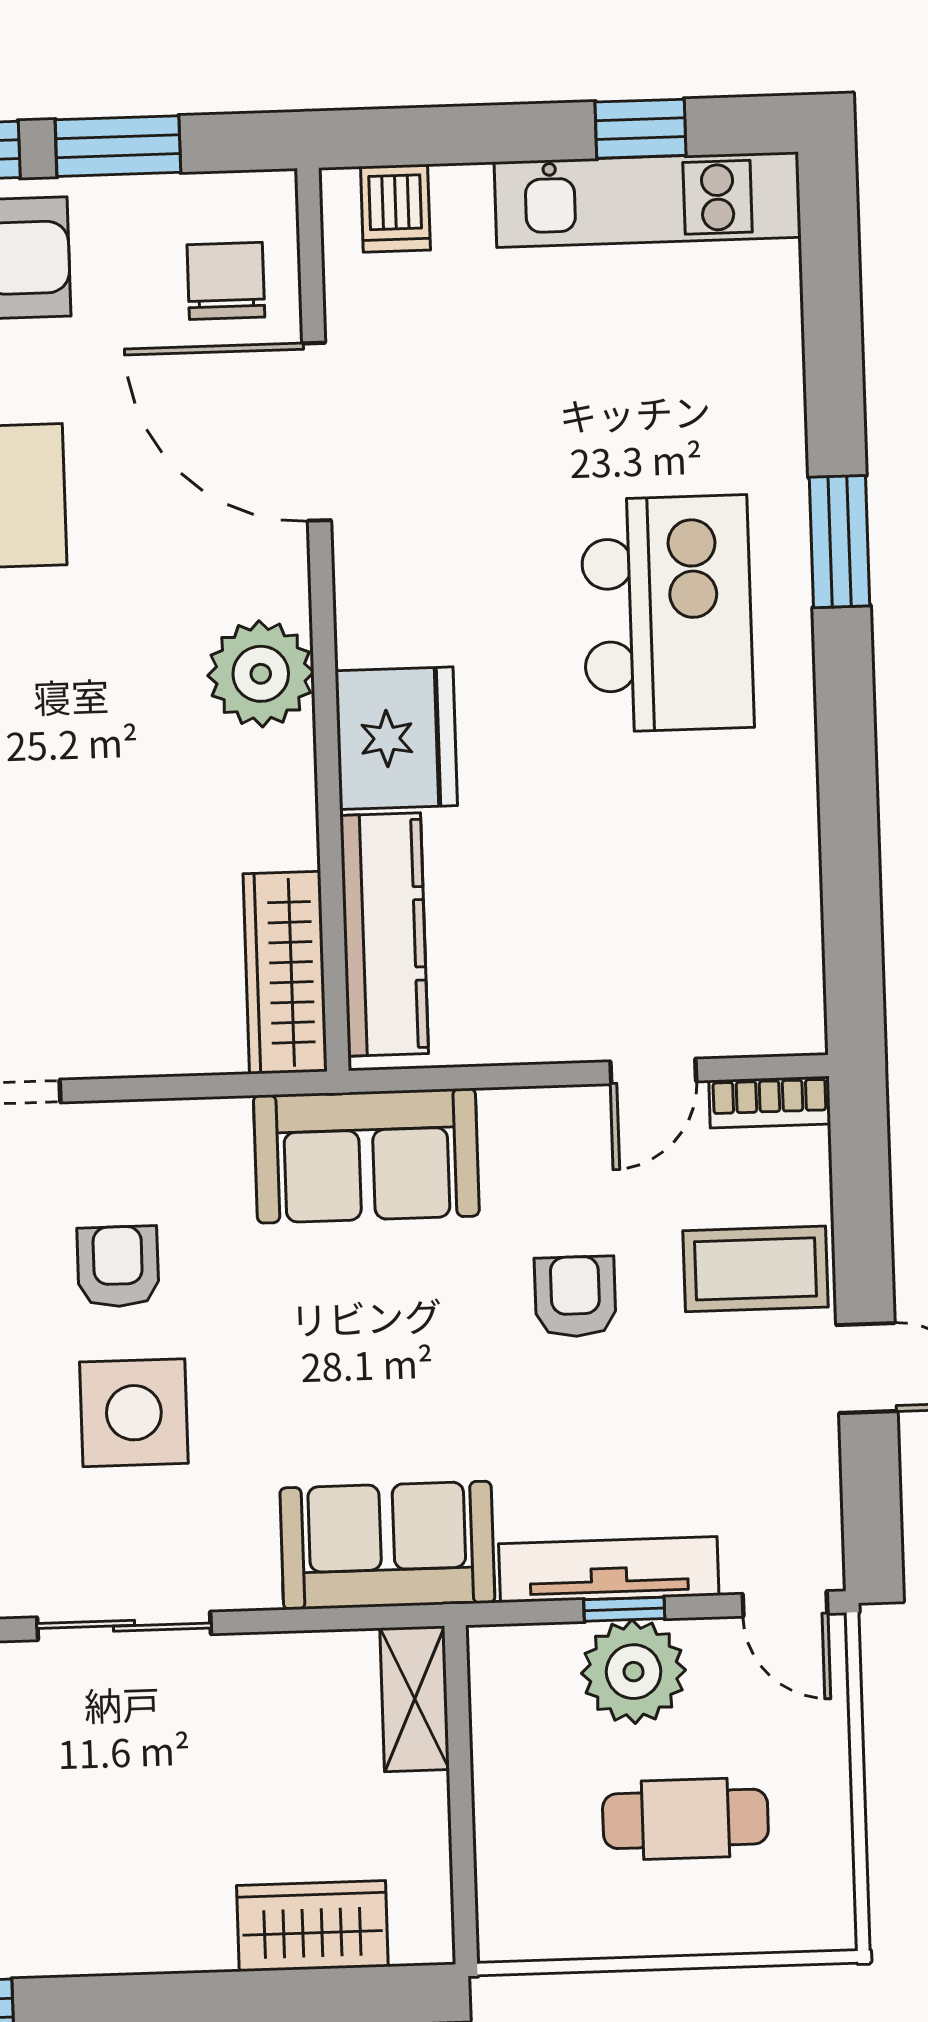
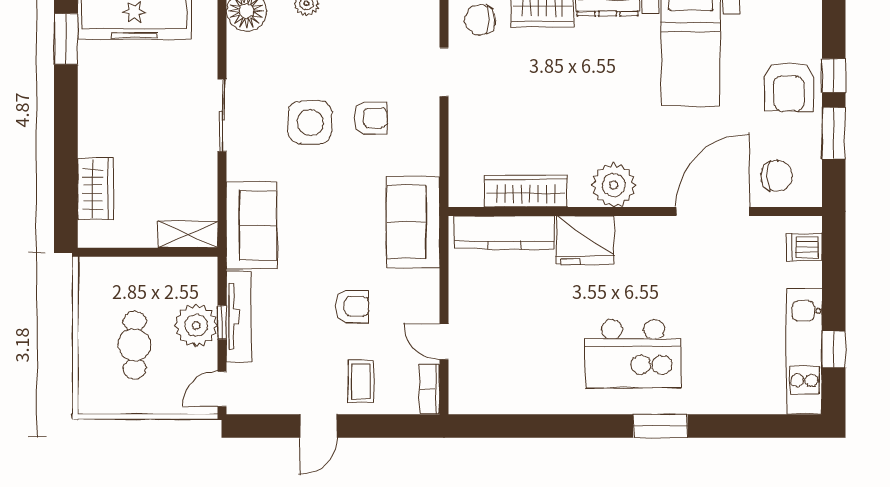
wardrobe: (285, 973) -> (526, 191), moved
coffee table: (756, 1269) -> (361, 381), width x0.73, depth x0.77

